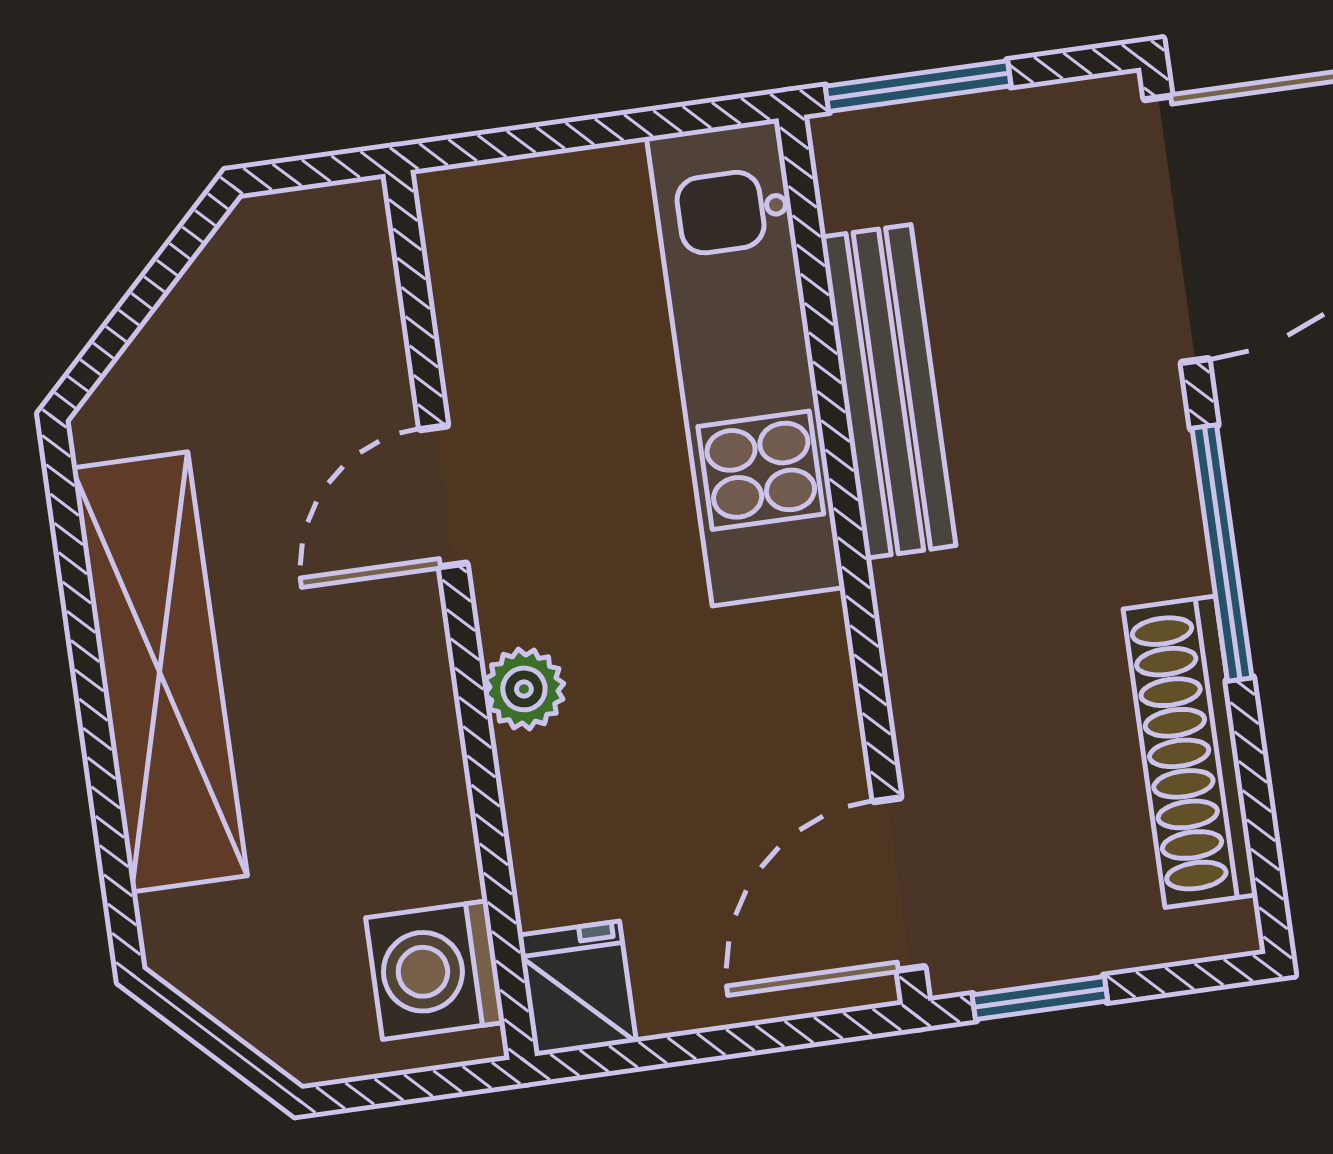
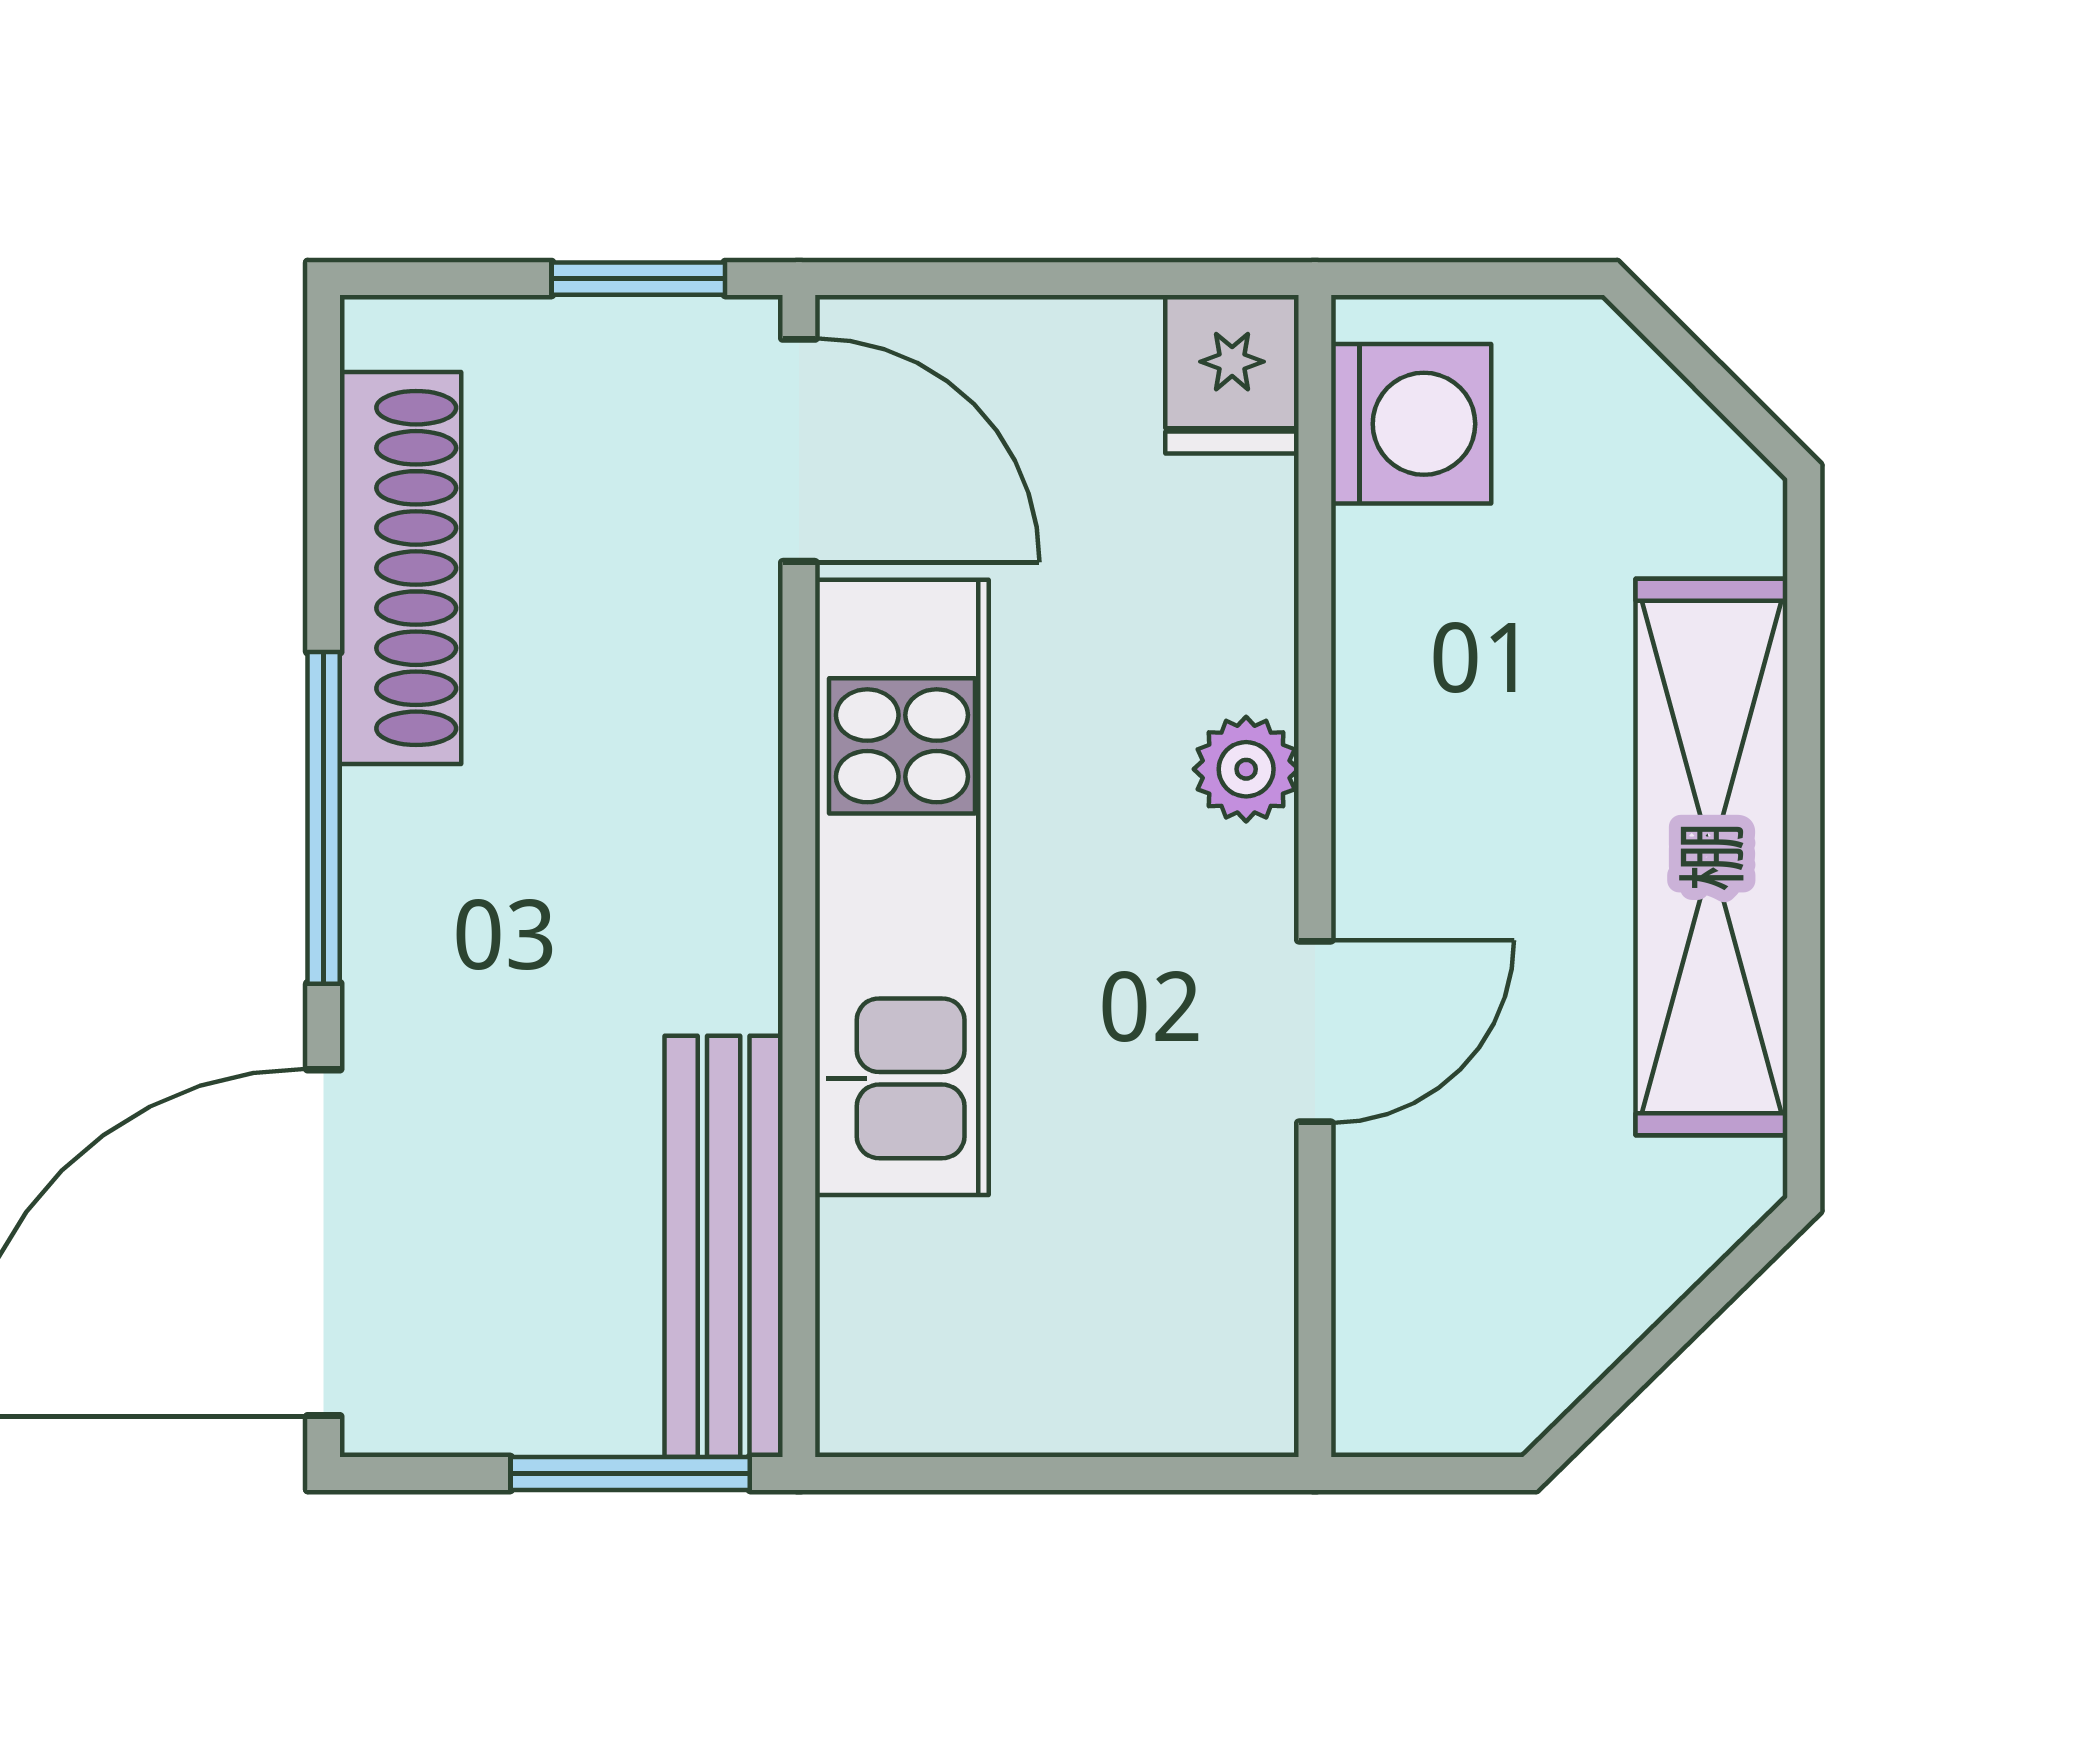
kitchen unit: (746, 362) -> (902, 887), moved
bench: (888, 391) -> (724, 1246), moved
door: (899, 884) -> (799, 450), hinge flipped

